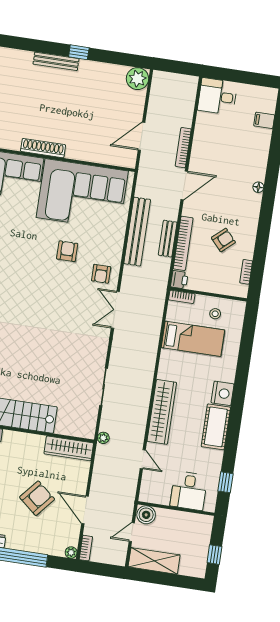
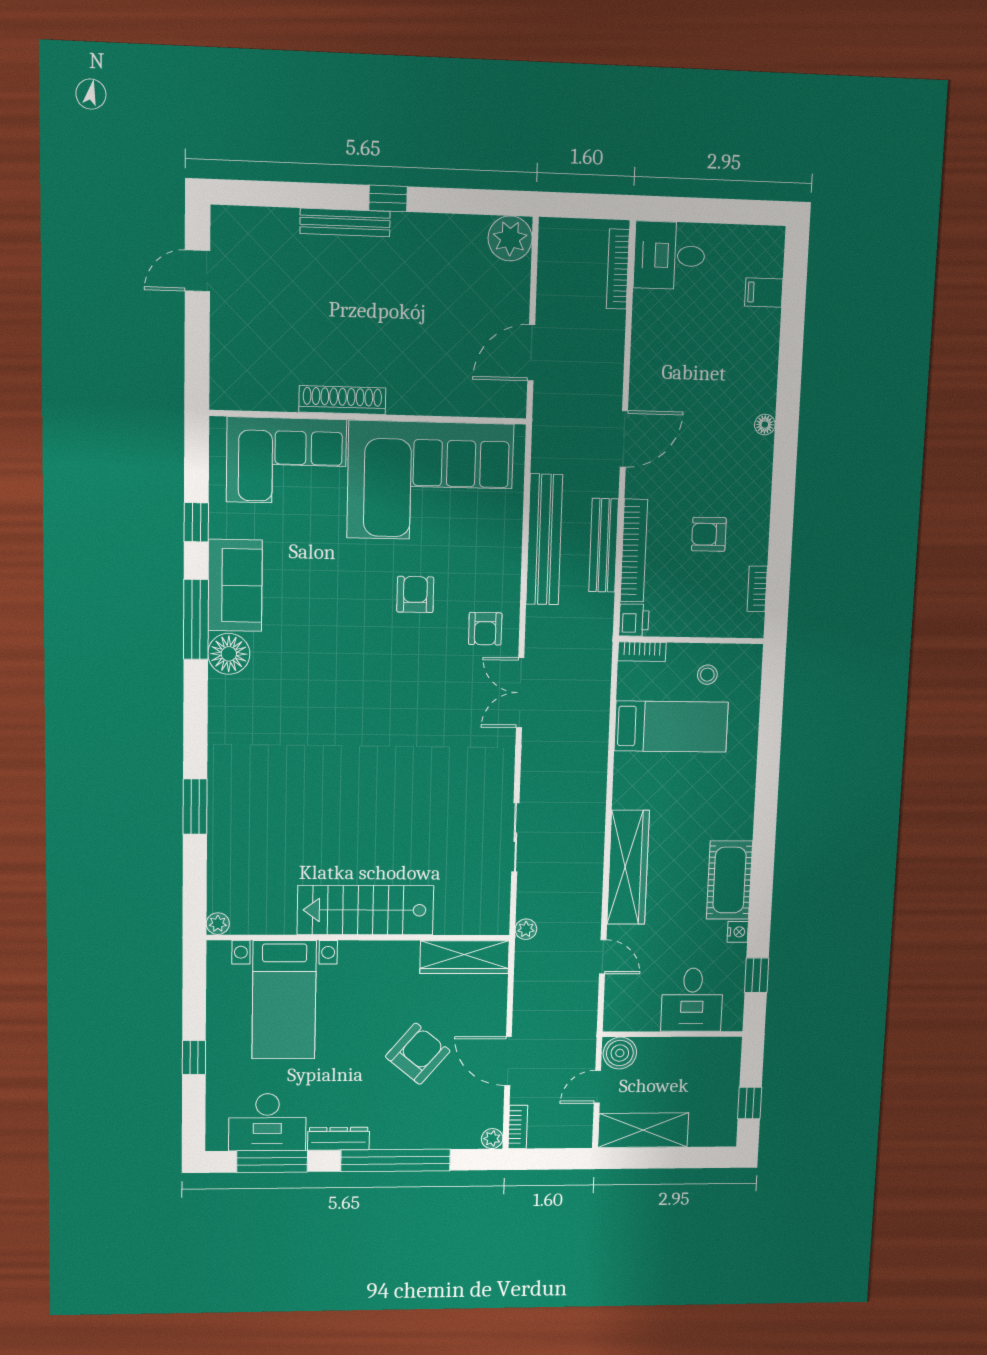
bookcase: (183, 148) -> (618, 269), moved
bench: (168, 239) -> (604, 545), width x1.36
armchair: (223, 240) -> (709, 534), turned -138
nightstand: (223, 393) -> (738, 932), moved, width x0.53, depth x0.56

